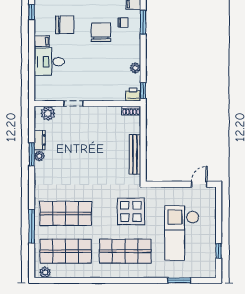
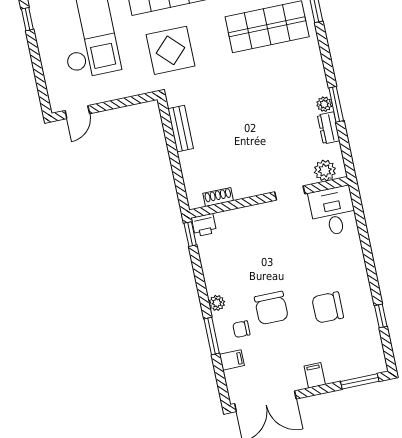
filing cabinet: (42, 41) -> (357, 276), removed
desk: (49, 62) -> (333, 211), moved, turned -90
plant: (135, 68) -> (217, 303), moved
shoe rack: (131, 111) -> (218, 197), moved
bench: (135, 154) -> (181, 129), width x0.73

